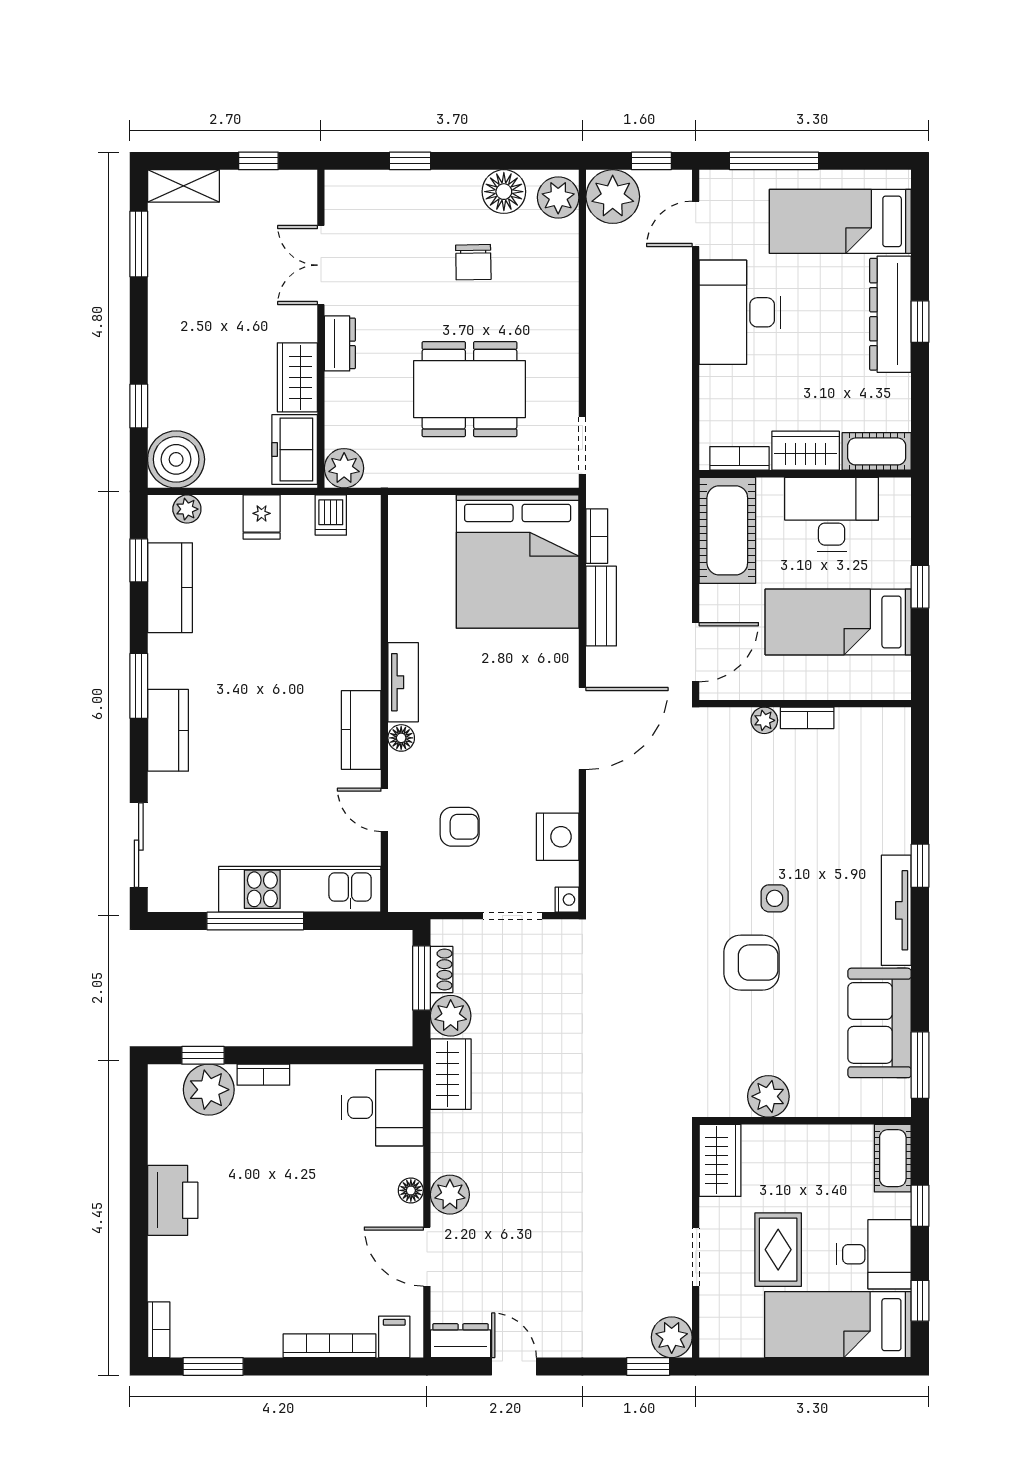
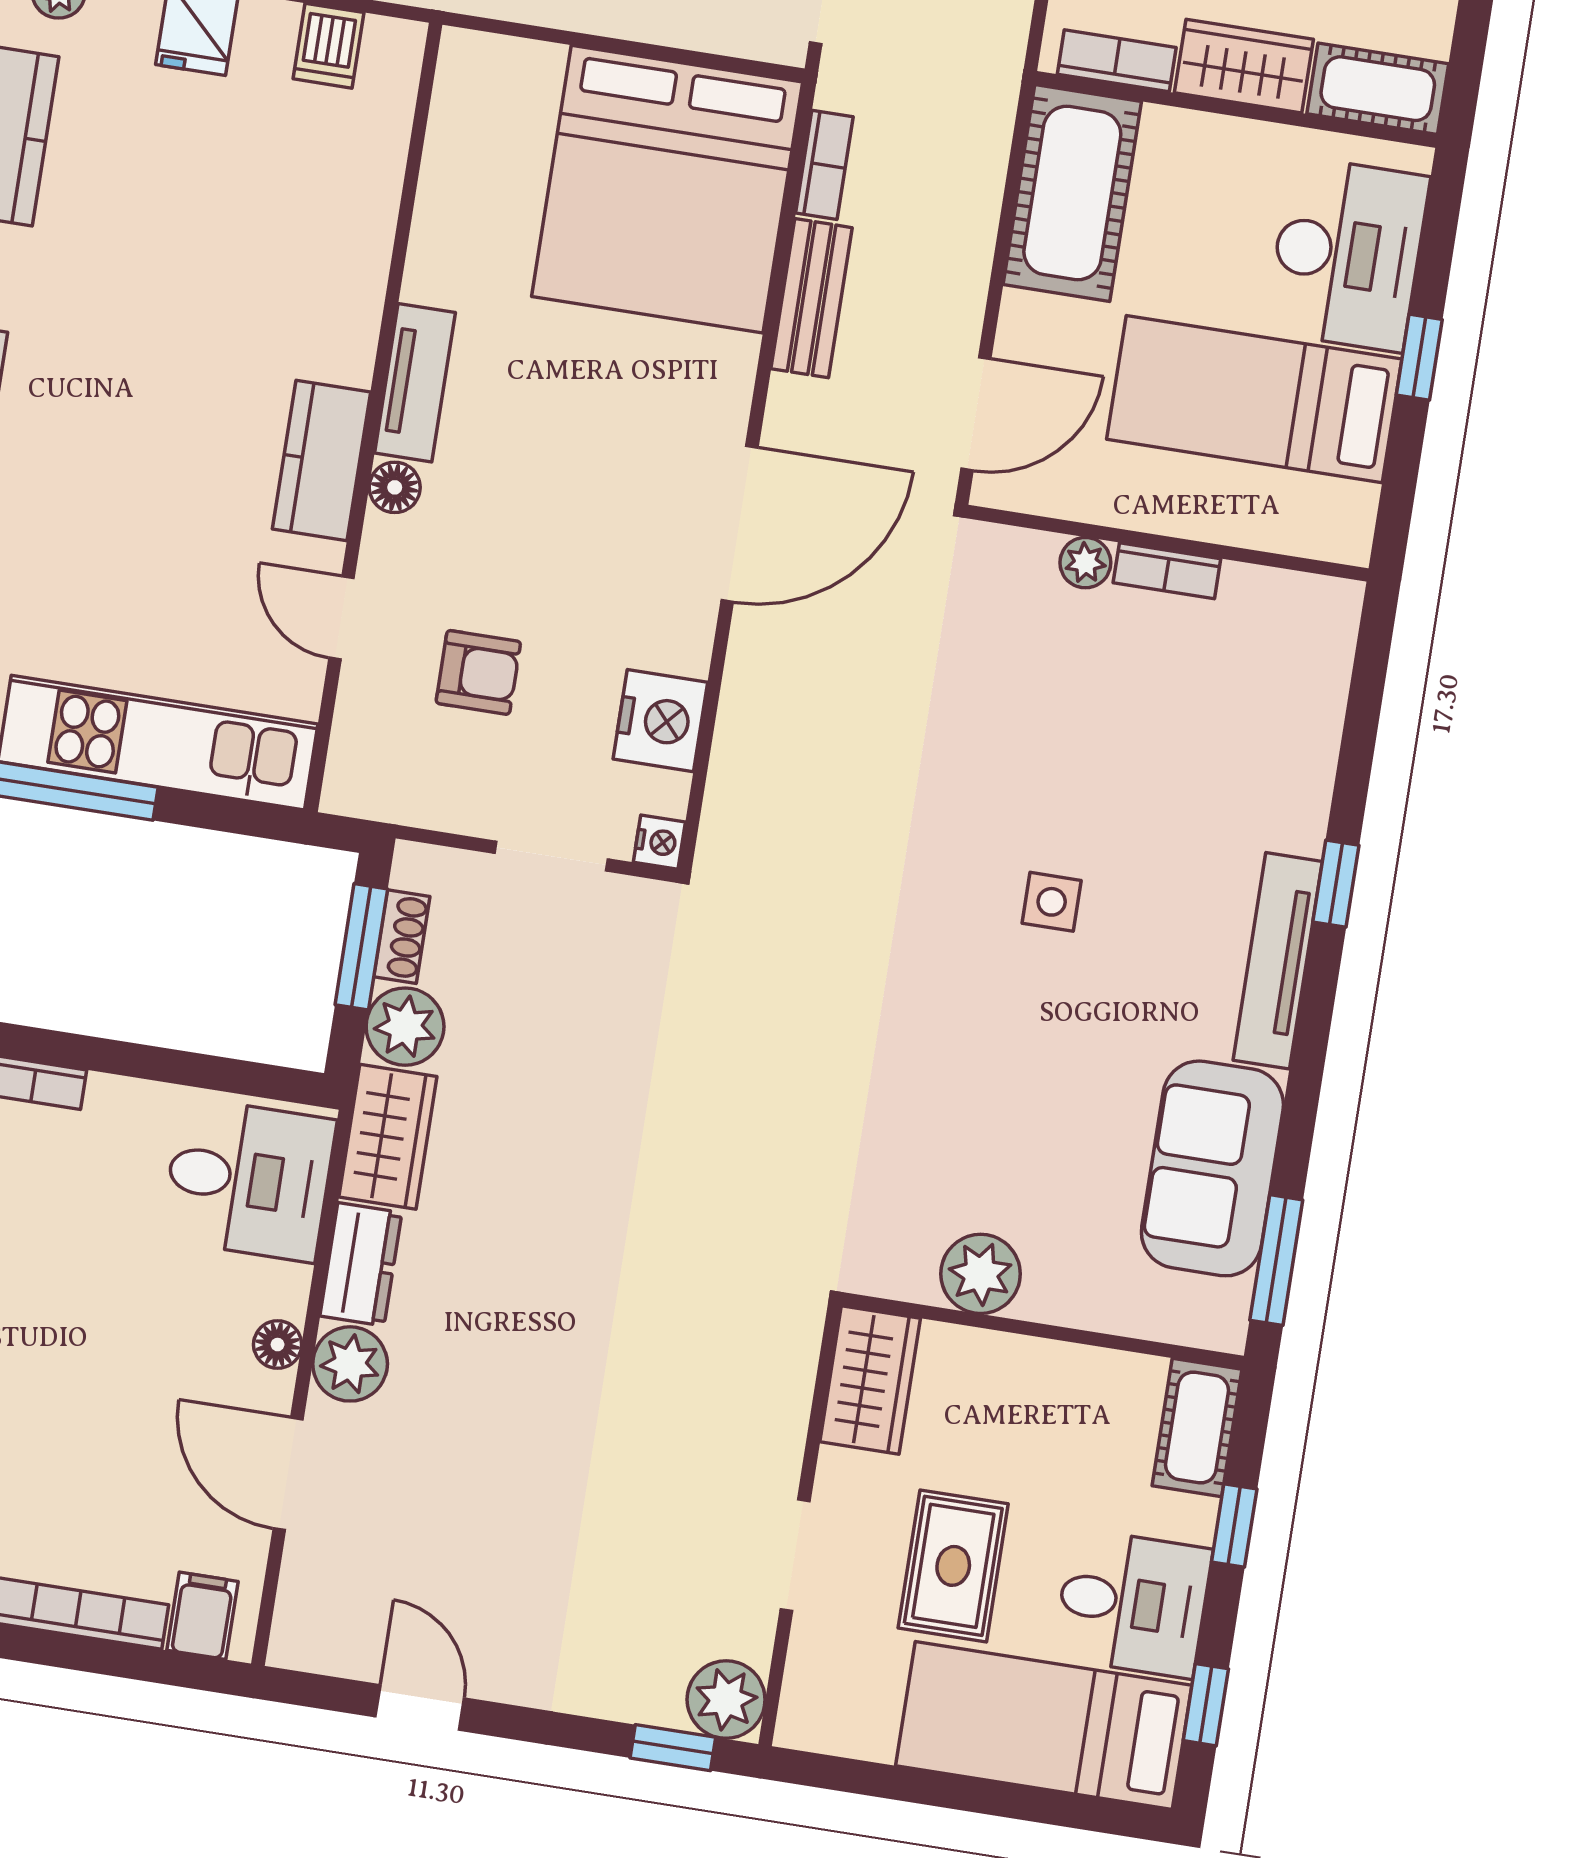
desk: (832, 514) -> (1347, 254), moved, turned 90
armchair: (752, 963) -> (989, 1016), removed
dresser: (460, 1341) -> (361, 1264), moved, turned 90

